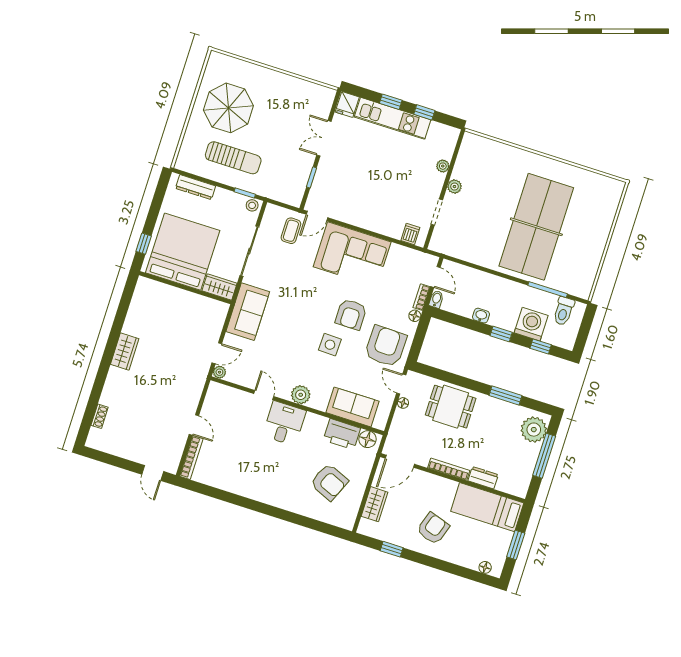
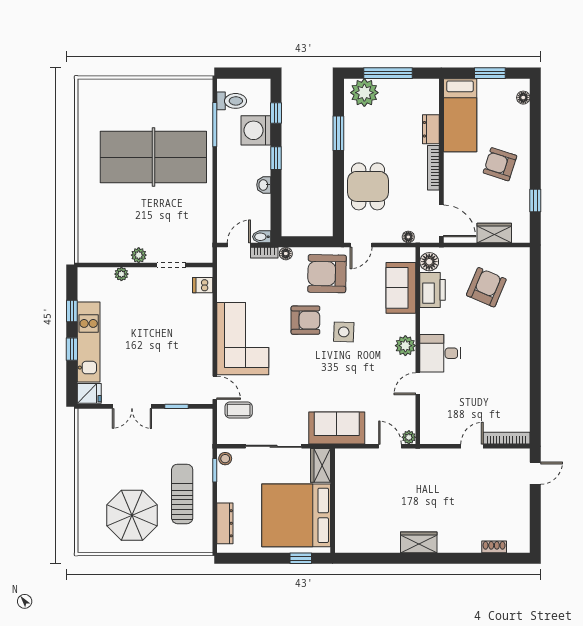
floor lamp: (403, 403) -> (408, 237), moved

